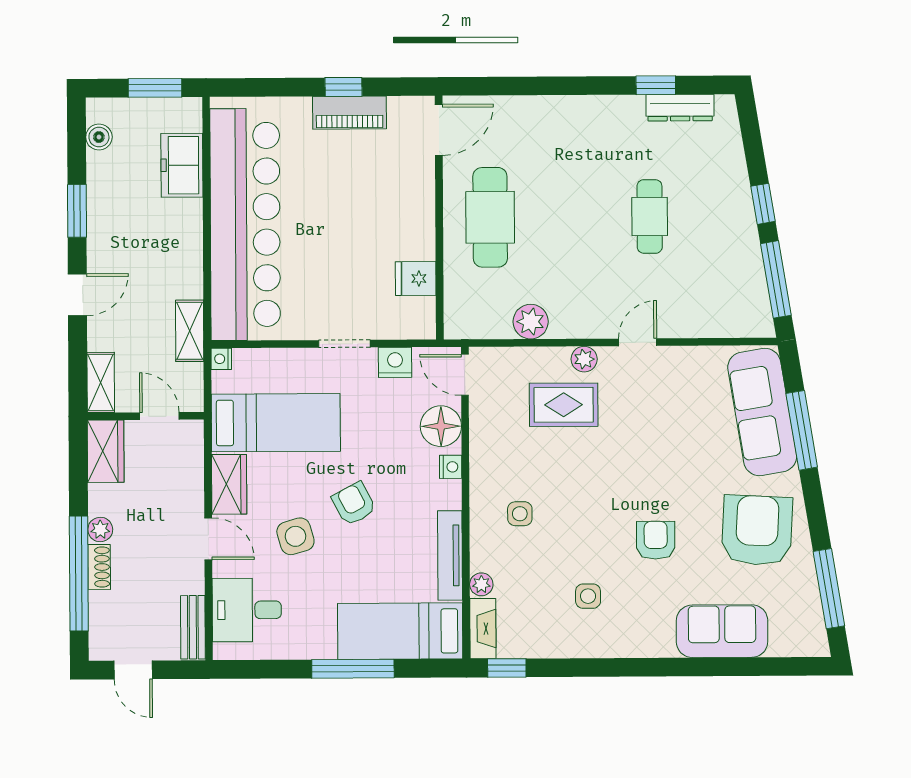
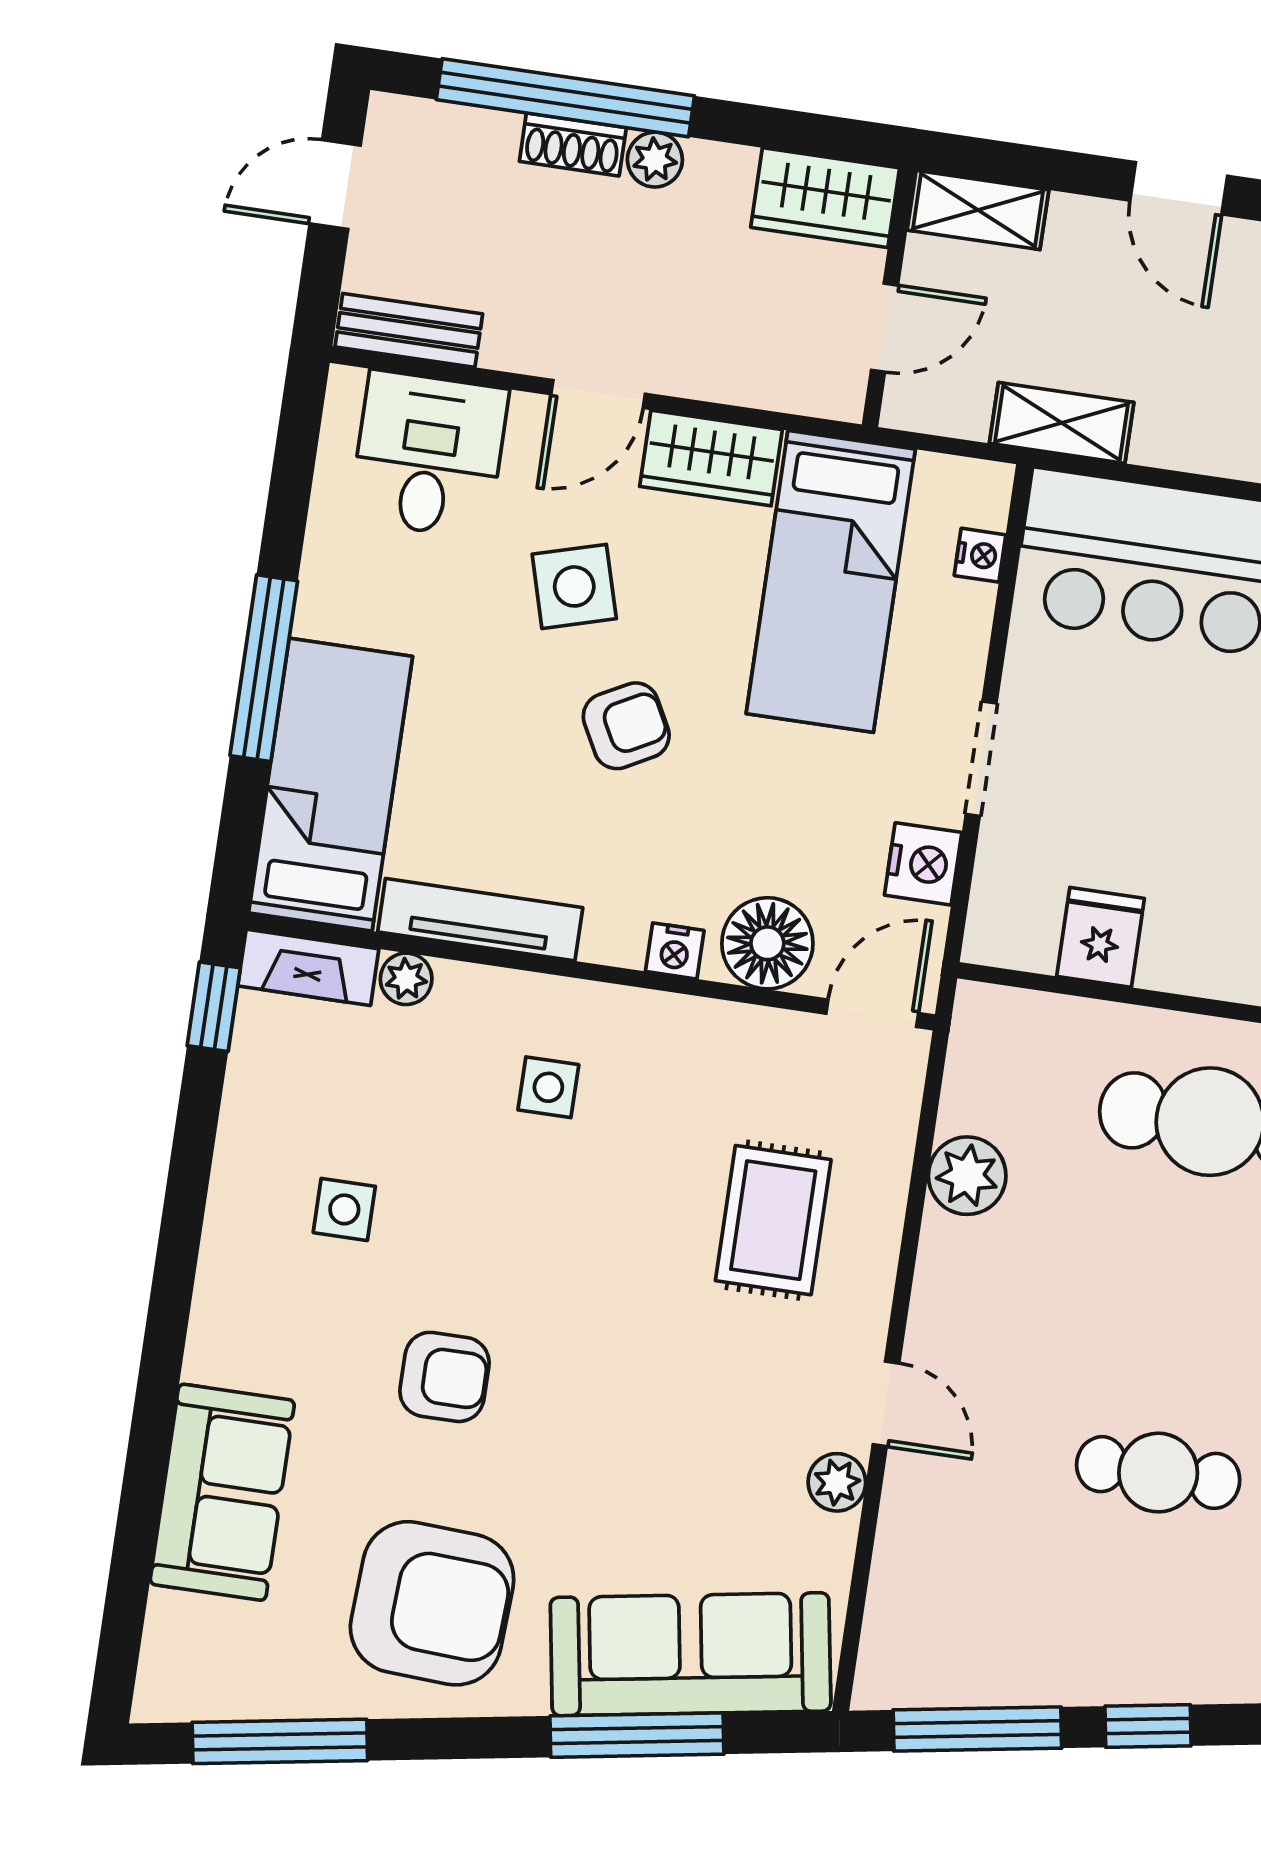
nightstand: (221, 359) -> (980, 555), moved, turned 90
plant: (584, 359) -> (837, 1482), moved

